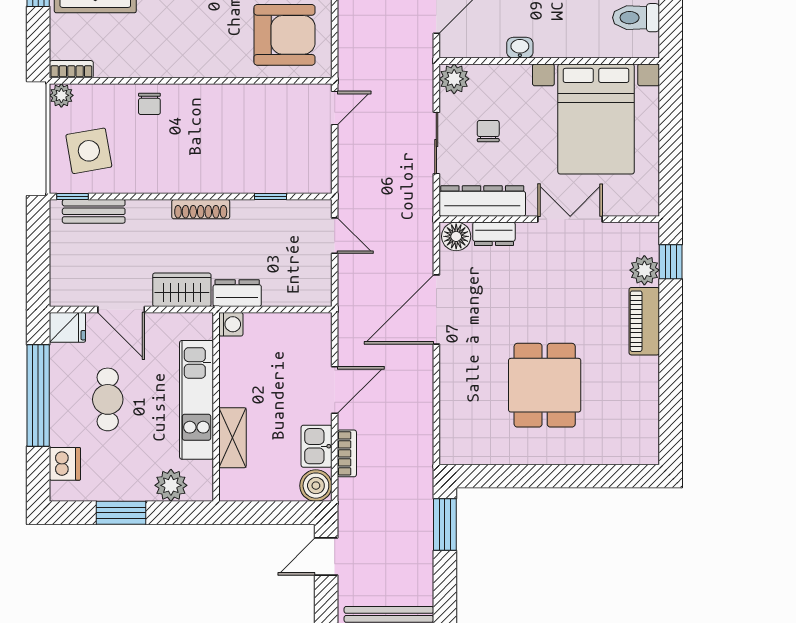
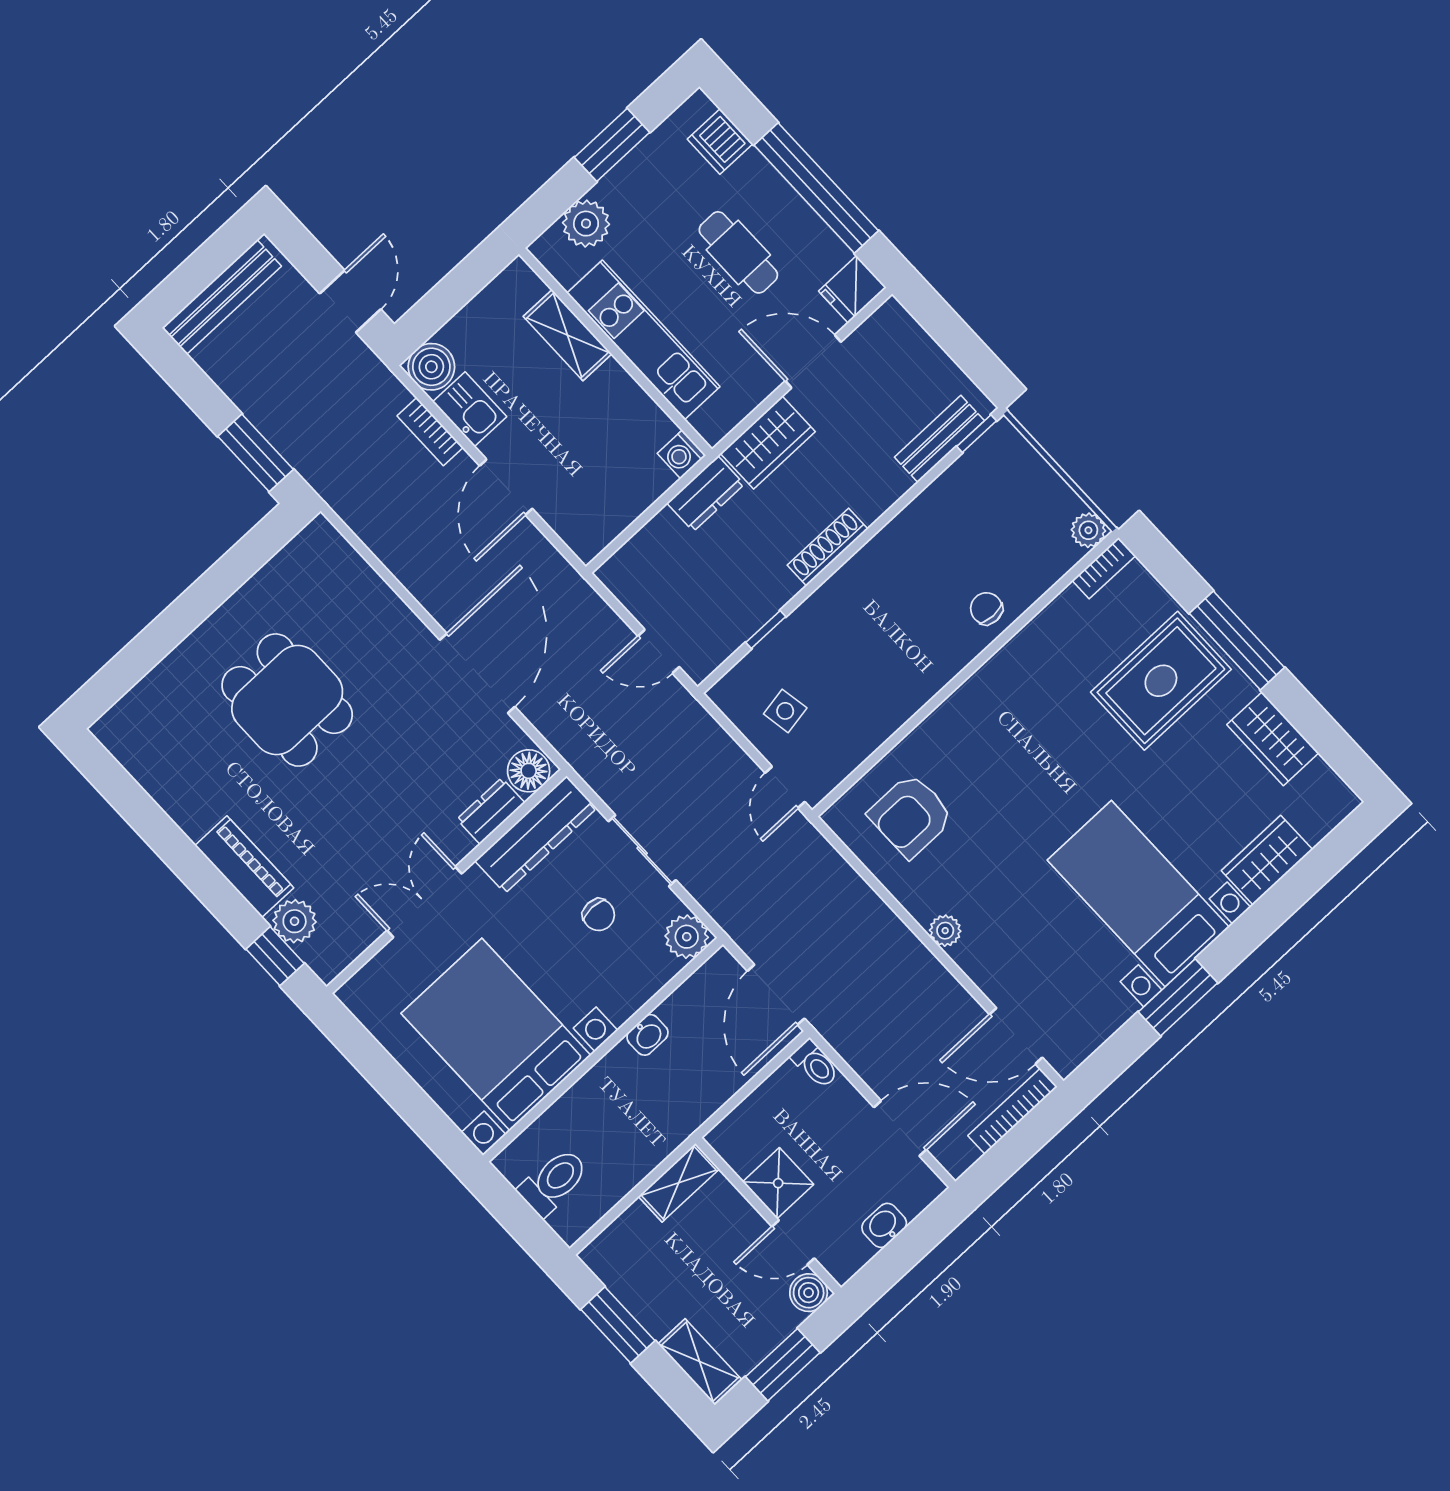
armchair: (284, 35) -> (911, 816), width x0.73, depth x0.73
side table: (89, 151) -> (785, 711), moved, width x0.54, depth x0.54
double door: (570, 219) -> (424, 902), swing flipped

